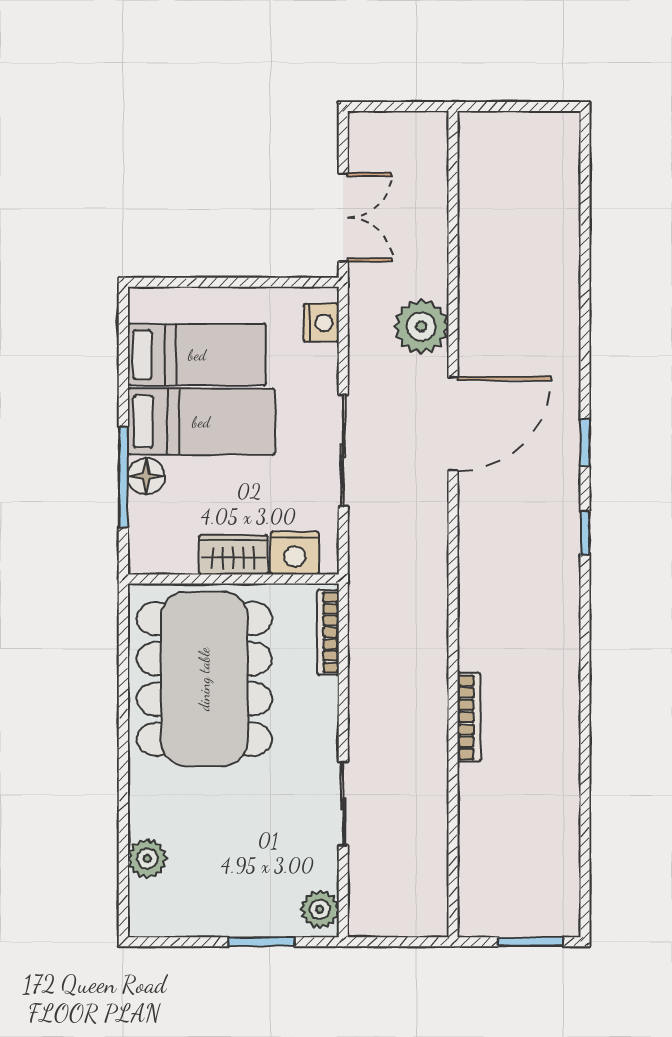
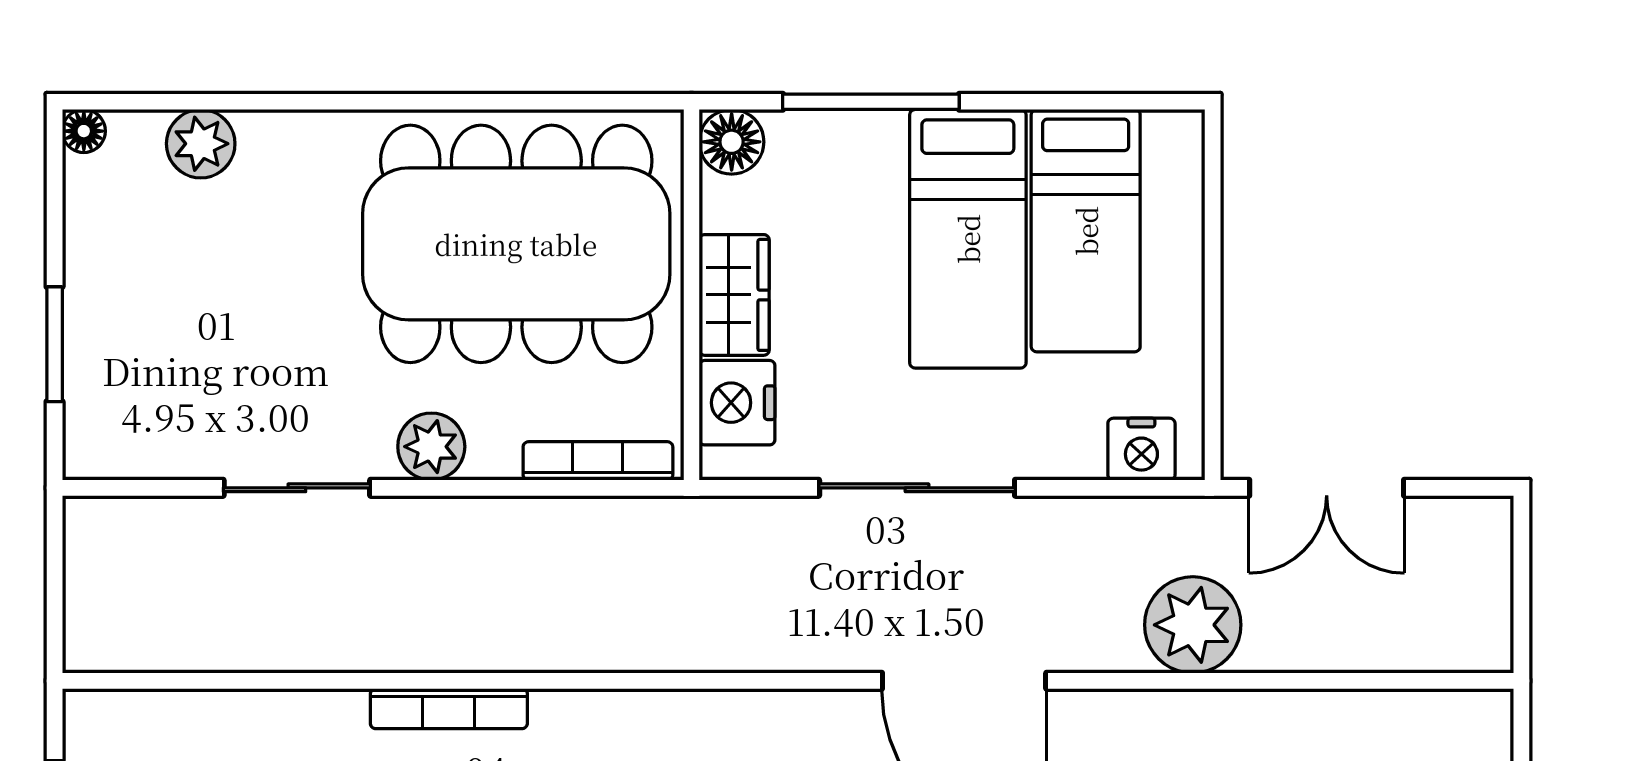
plant: (421, 326) -> (1193, 625), moved
floor lamp: (146, 476) -> (732, 142), moved
plant: (320, 909) -> (431, 447), moved
floor lamp: (140, 925) -> (84, 131), added

